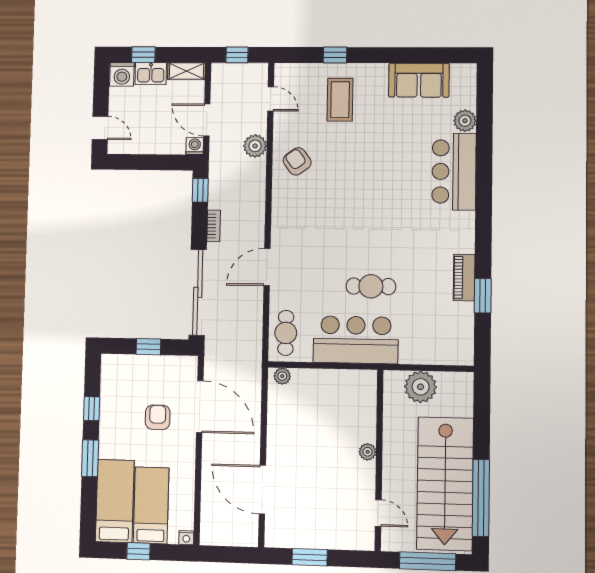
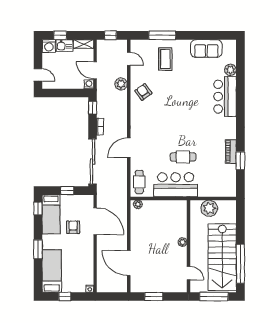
window: (335, 55) -> (162, 35), width x2.17
window: (92, 409) -> (38, 208), moved
bed: (151, 505) -> (51, 214), moved, turned 180

